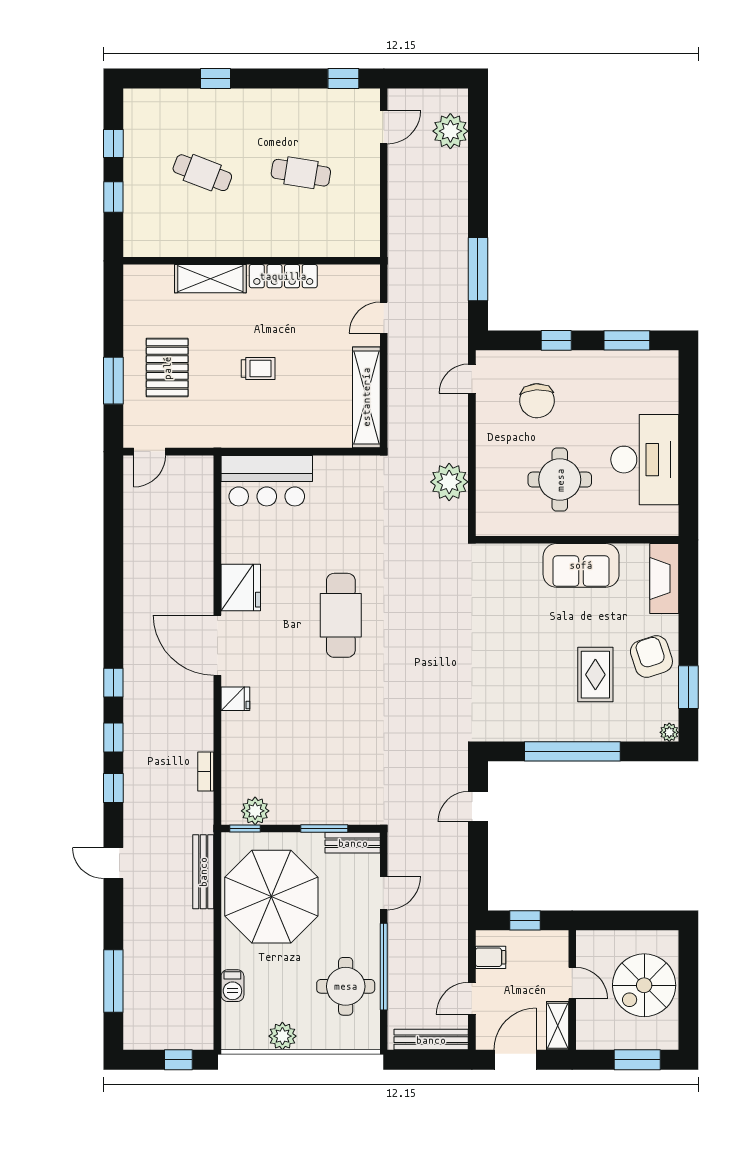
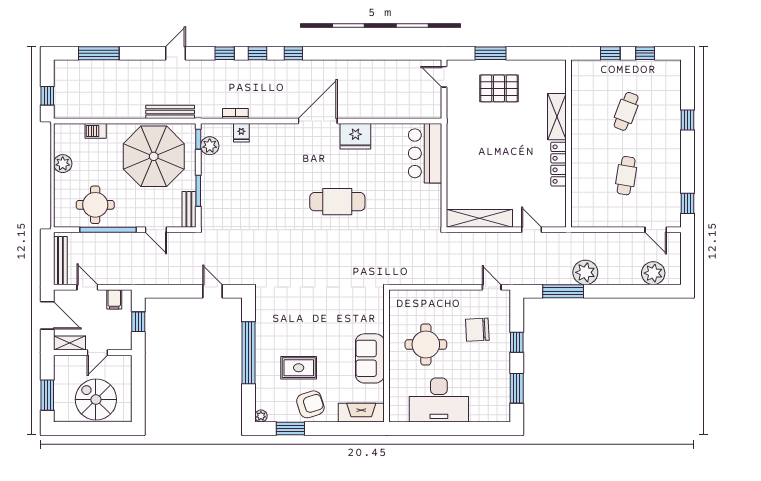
trolley: (258, 368) -> (498, 148), removed
plant: (449, 482) -> (585, 272), moved
fridge: (235, 699) -> (241, 133), moved

